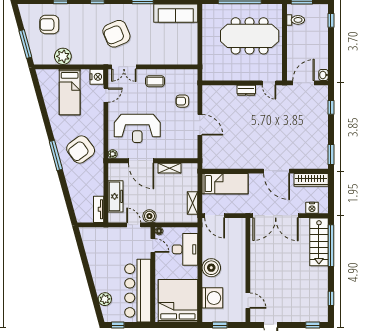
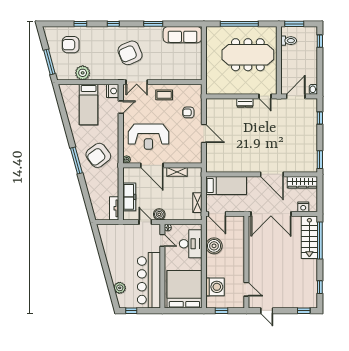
boiler: (211, 268) -> (214, 246), moved

